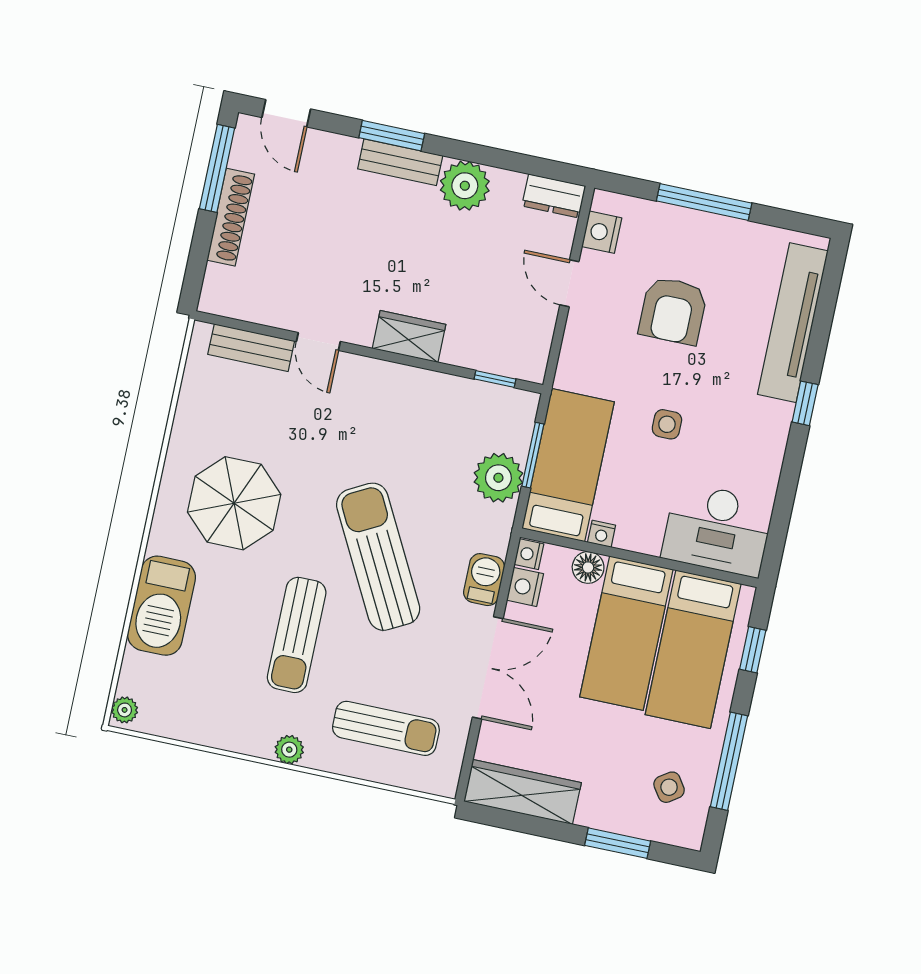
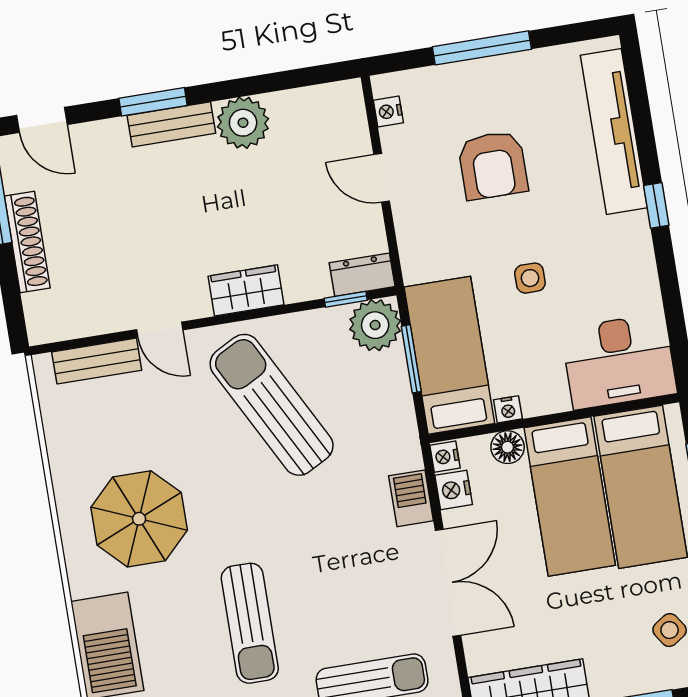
dresser: (554, 196) -> (362, 275), moved, turned 180
nightstand: (602, 232) -> (388, 111), width x0.72, depth x0.74
plant: (498, 478) -> (375, 325), moved
sun lounger: (378, 557) -> (272, 405), moved

